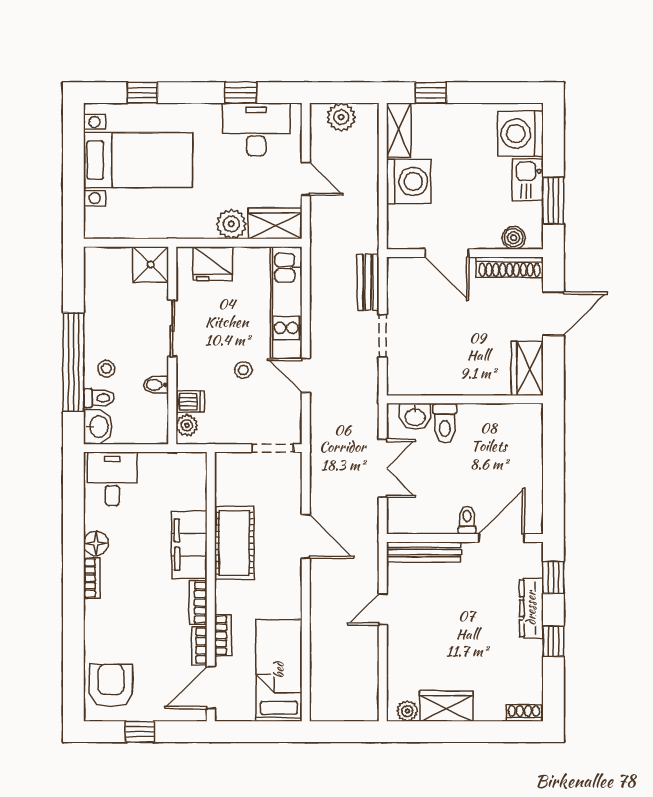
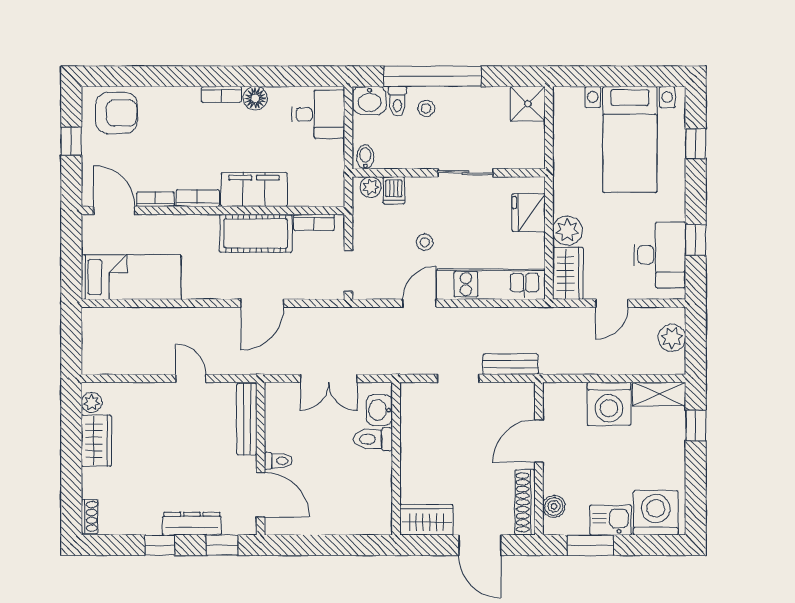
shower: (151, 265) -> (528, 104), moved
bidet: (156, 385) -> (365, 157), moved
bookcase: (223, 635) -> (314, 222), moved

